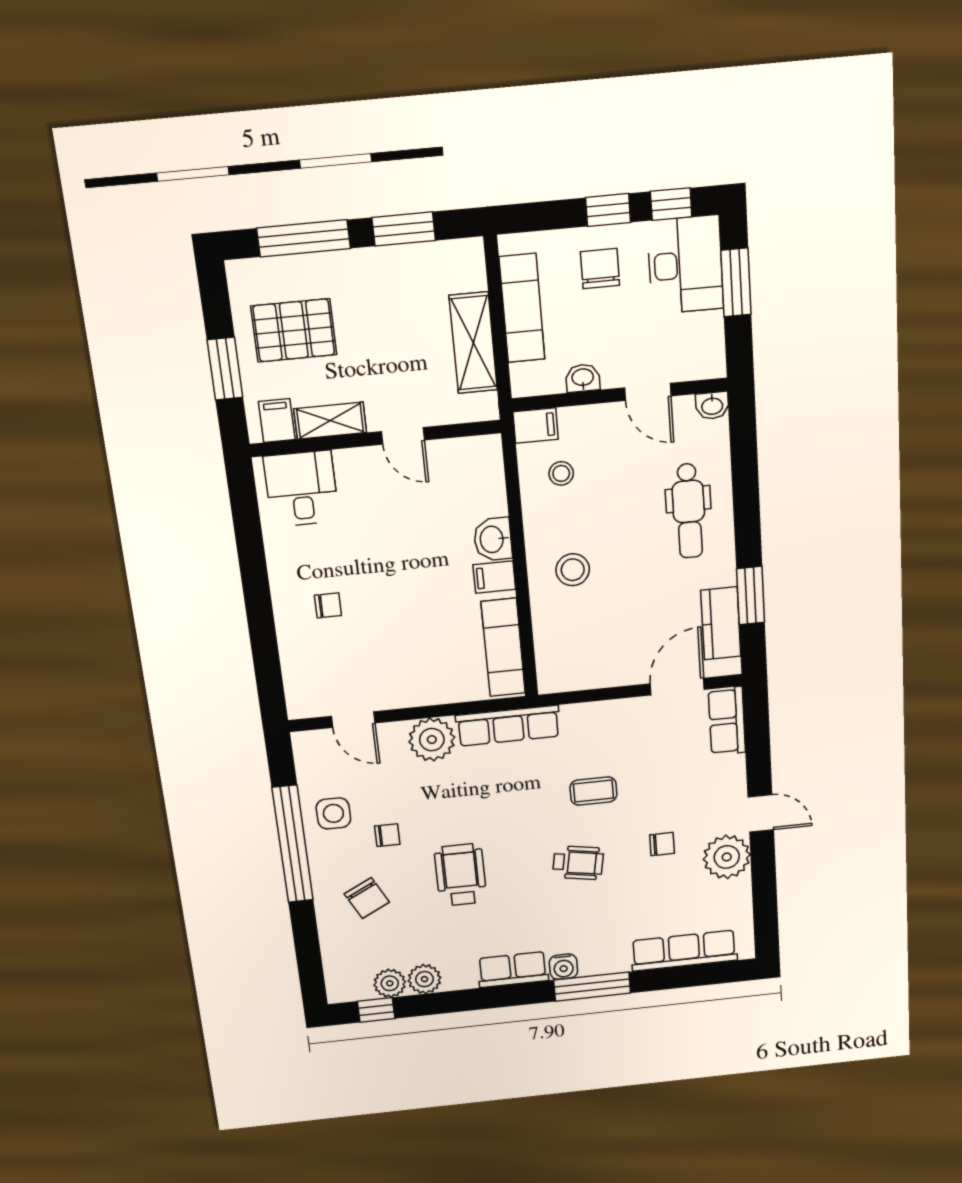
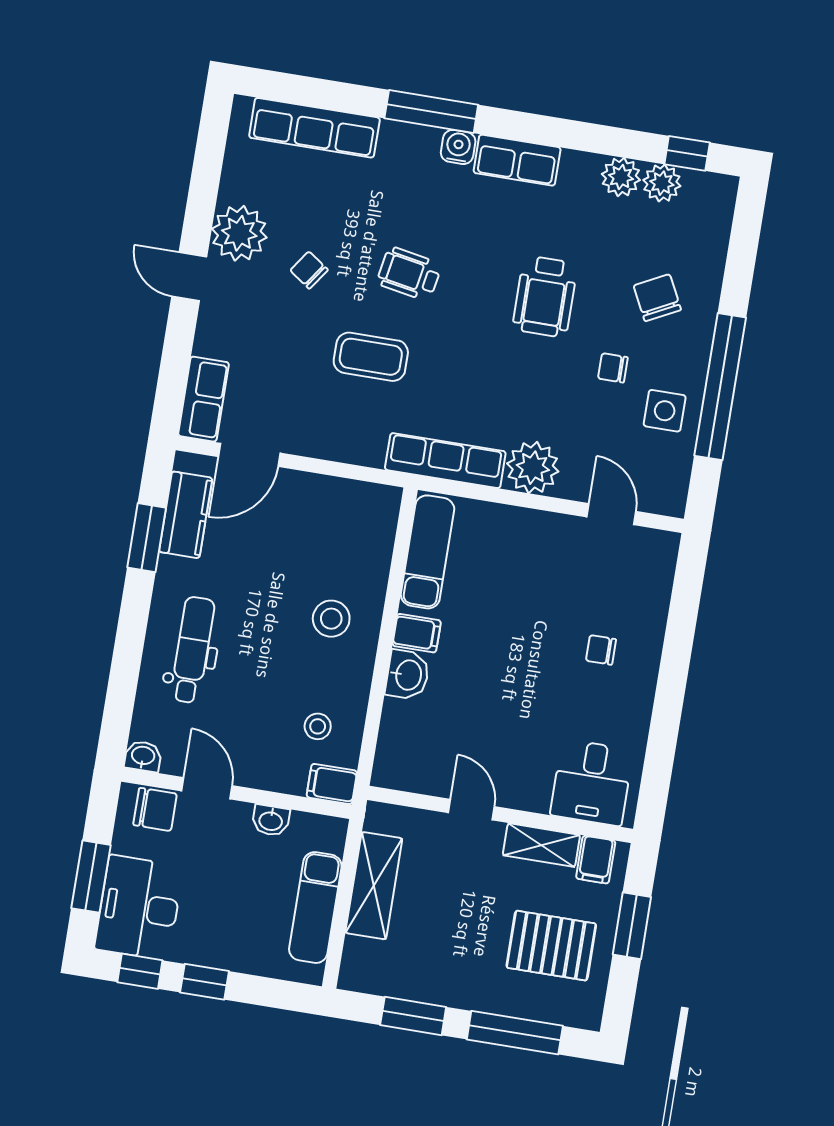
chair: (600, 269) -> (155, 809), moved, turned -90
coffee table: (593, 791) -> (371, 357), width x1.36, depth x1.30
chair: (662, 844) -> (309, 270), turned 35

